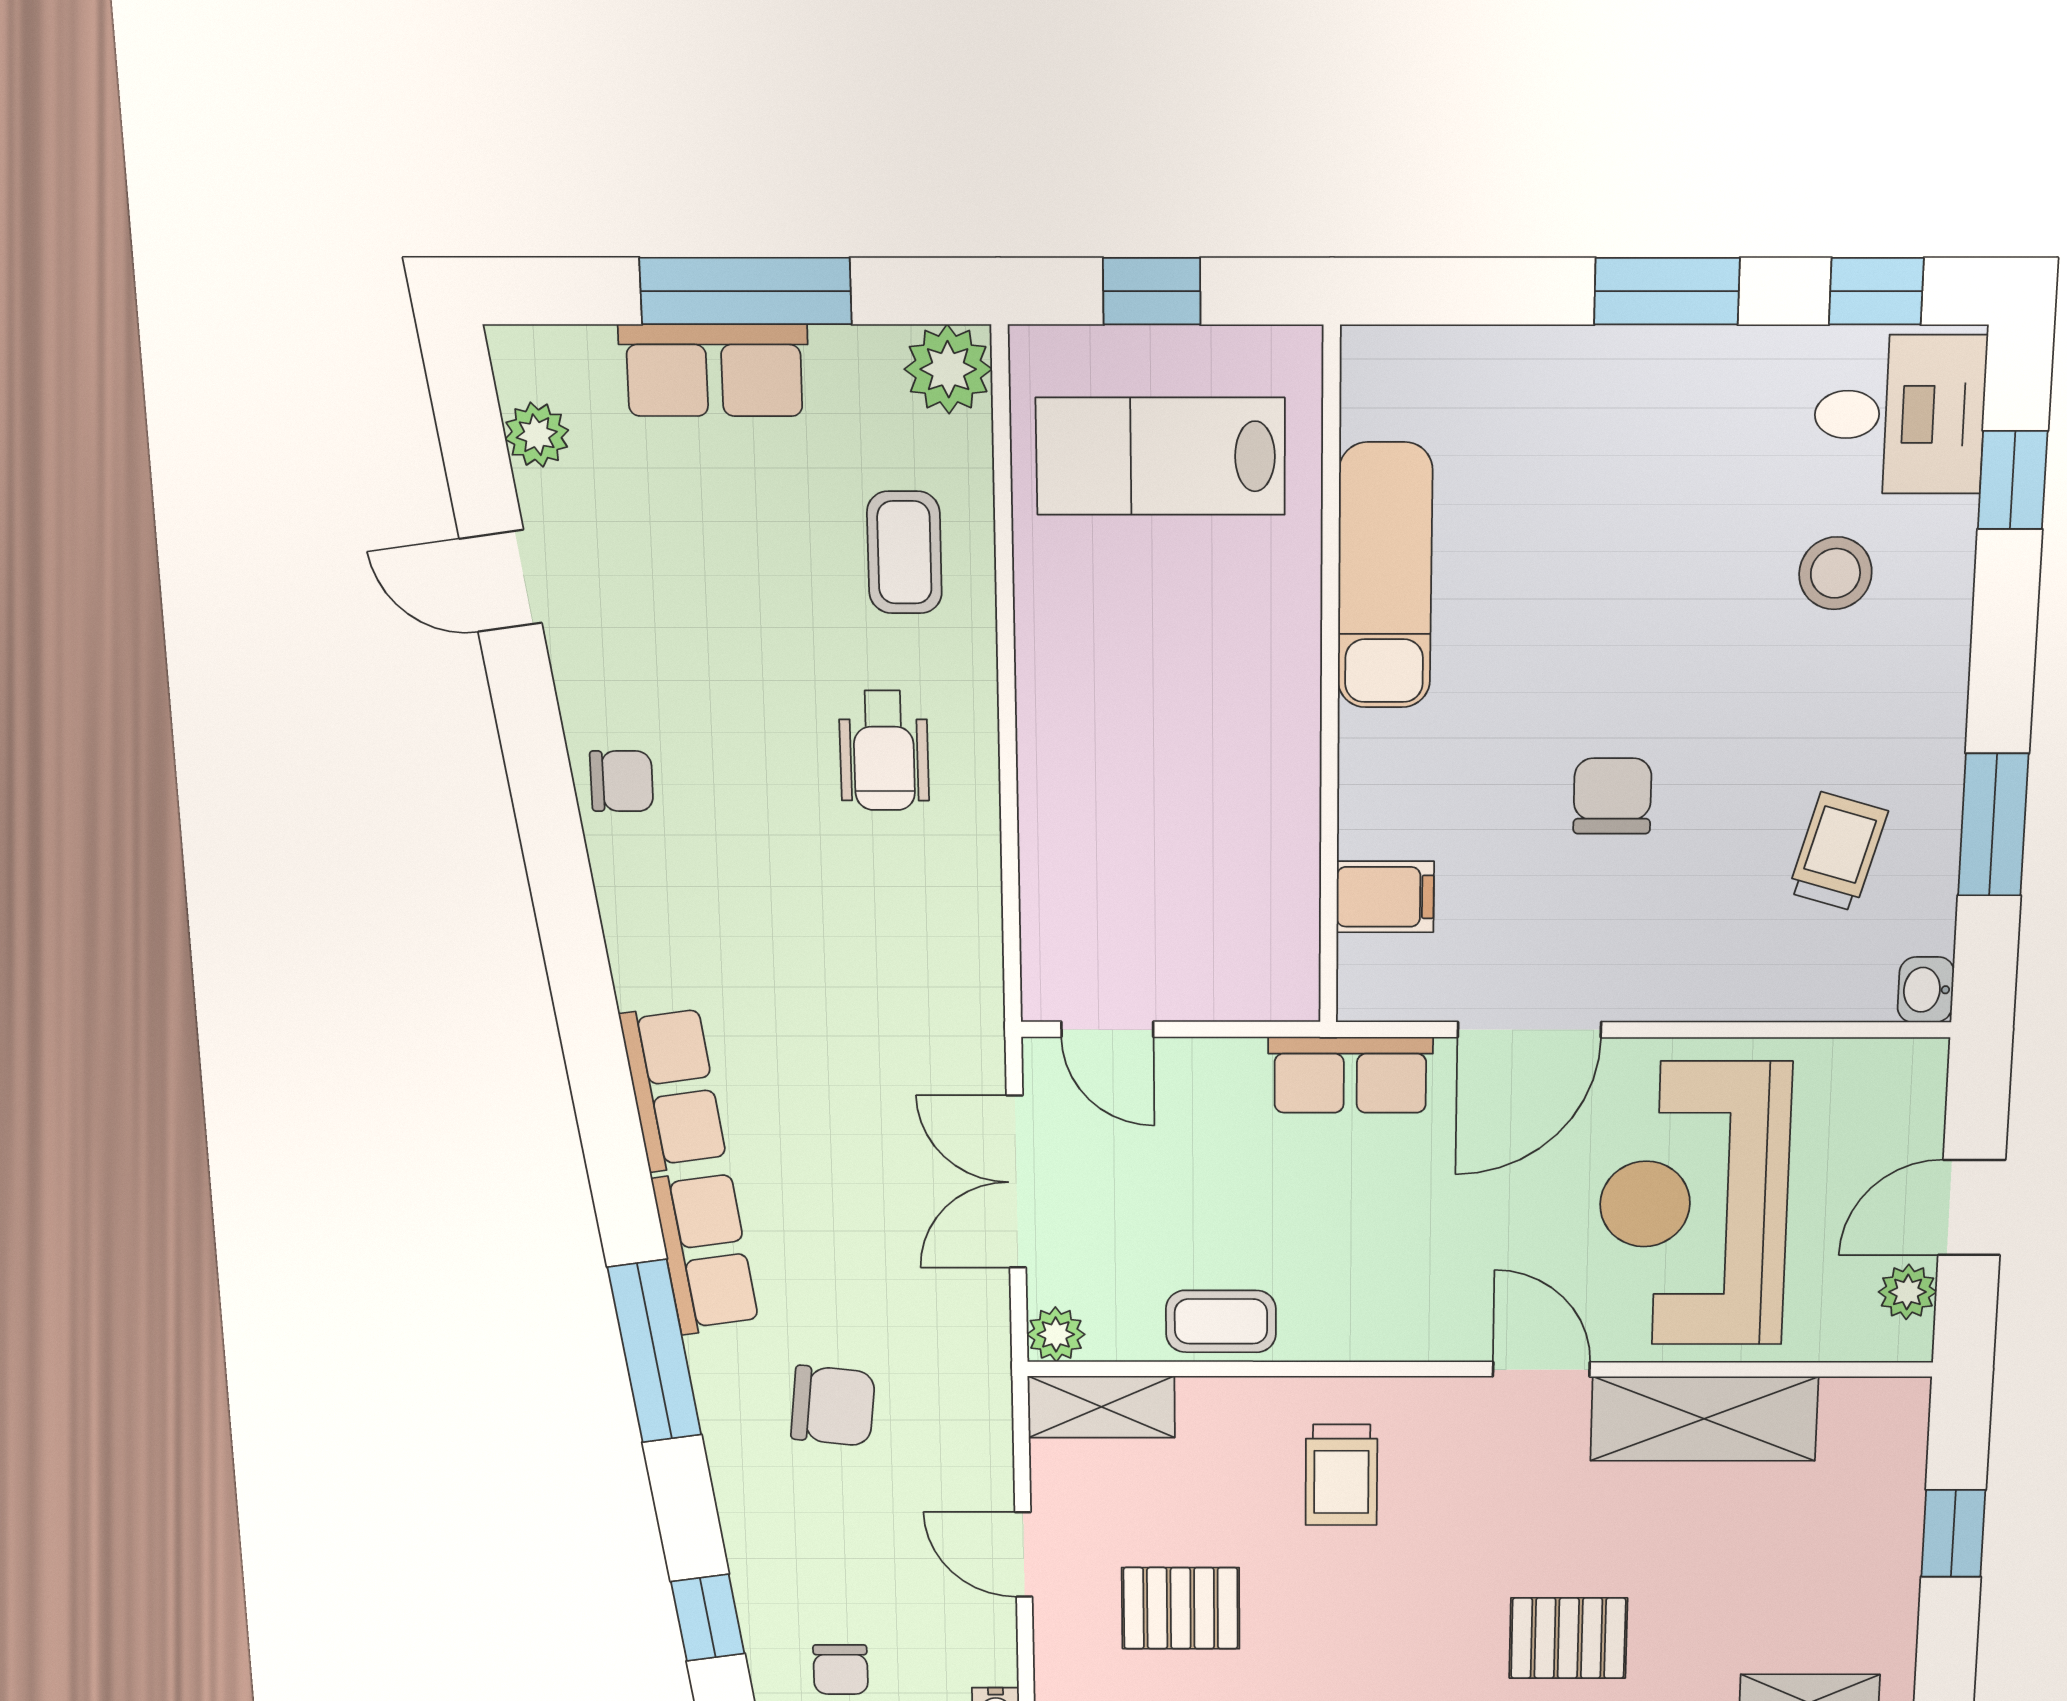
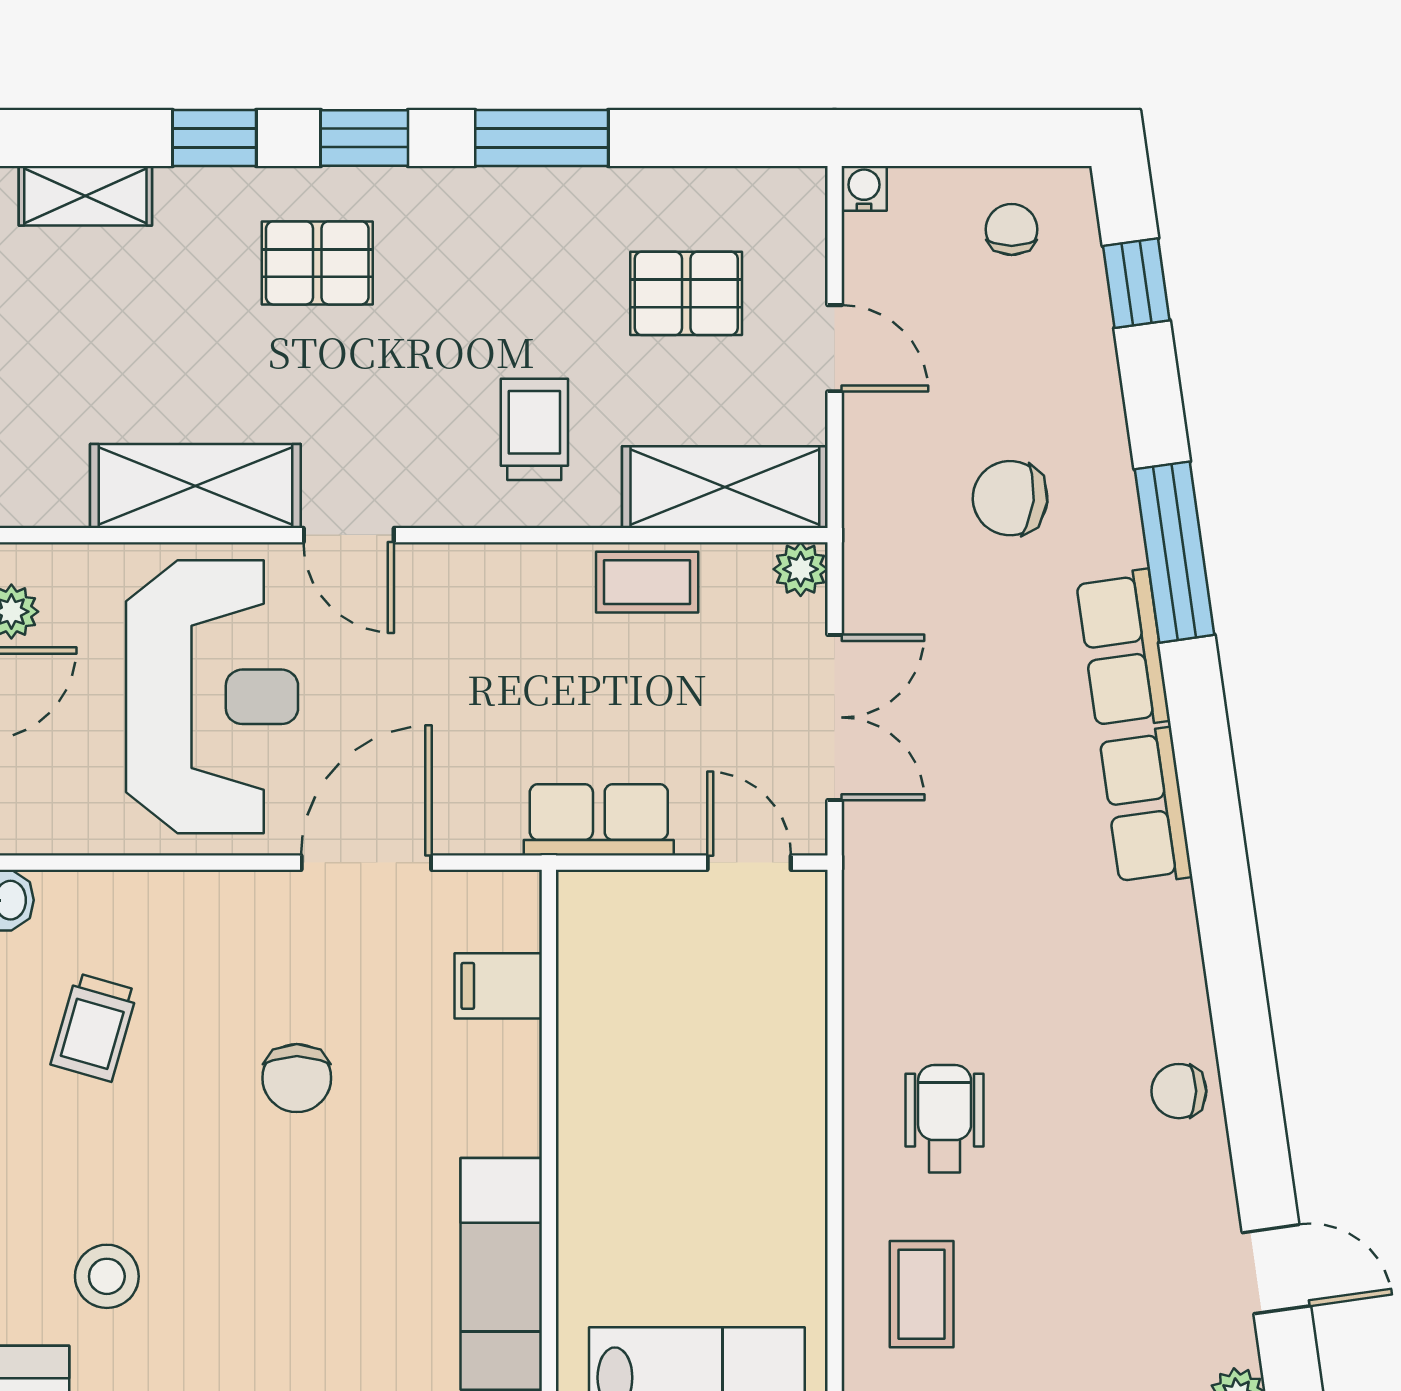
row of seats: (1350, 1075) -> (599, 820), moved
shelving: (1101, 1407) -> (725, 487), width x1.50, depth x1.33

